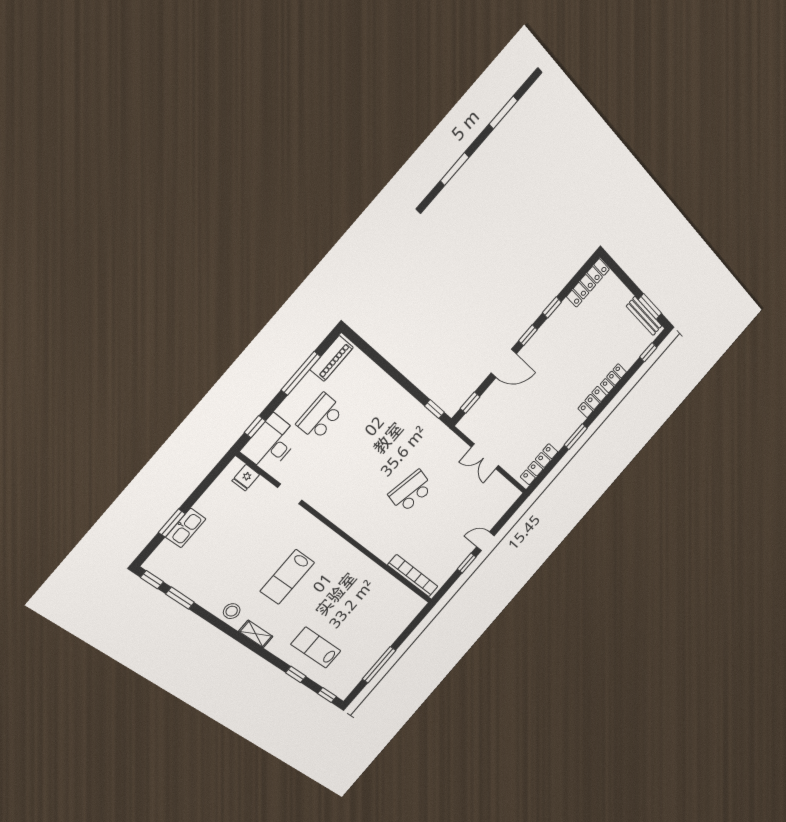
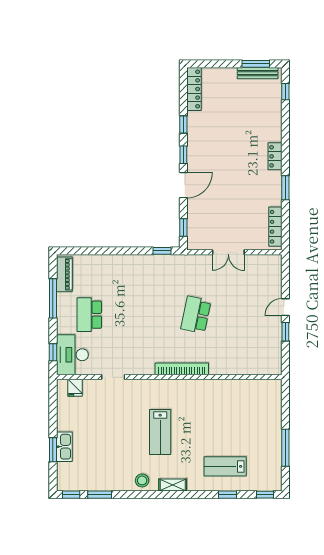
locker: (613, 378) -> (275, 129), removed
bookcase: (413, 576) -> (182, 369), moved

